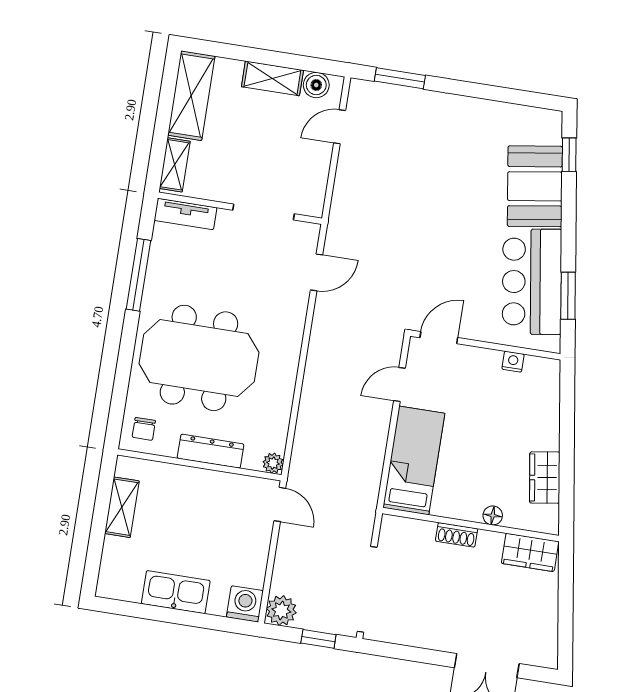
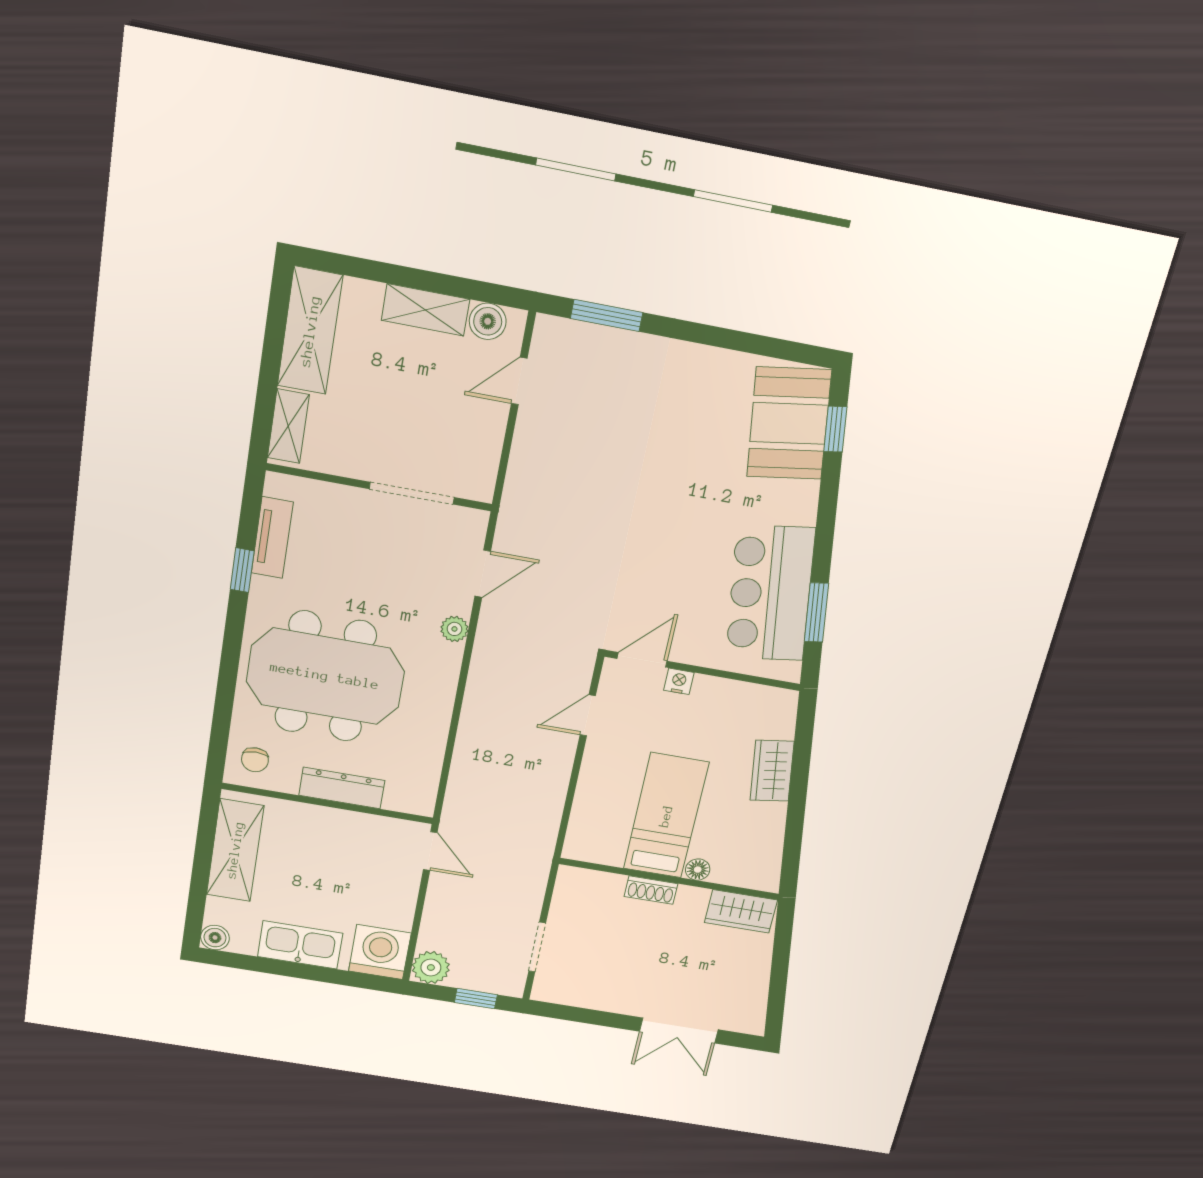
booth: (535, 186) -> (789, 423), moved
tv unit: (186, 214) -> (272, 538), moved, turned -90
window: (138, 275) -> (242, 570), width x0.46
nightstand: (513, 362) -> (679, 681), moved
bed: (414, 460) -> (666, 816), moved
plant: (273, 463) -> (454, 629), moved
wardrobe: (545, 478) -> (772, 771), moved
shelving: (122, 507) -> (235, 850), width x1.50, depth x1.33
boiler: (108, 587) -> (215, 938), added
doorway: (367, 589) -> (537, 947), width x0.53
washing machine: (245, 604) -> (380, 952), width x1.37, depth x1.37

